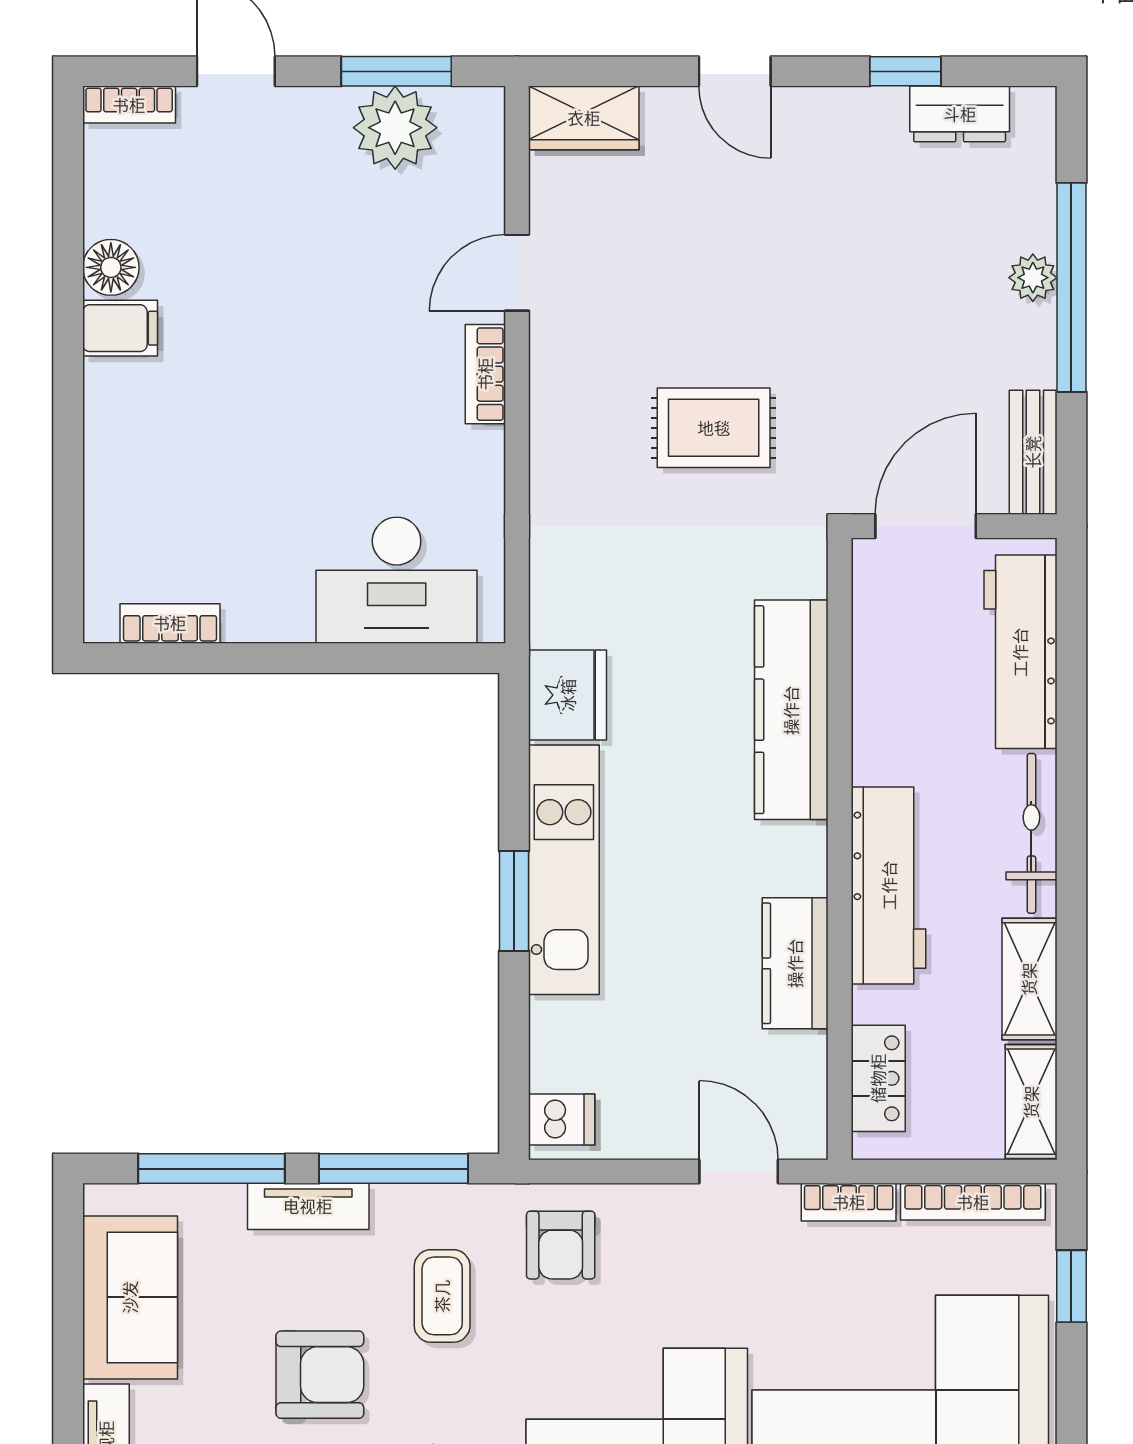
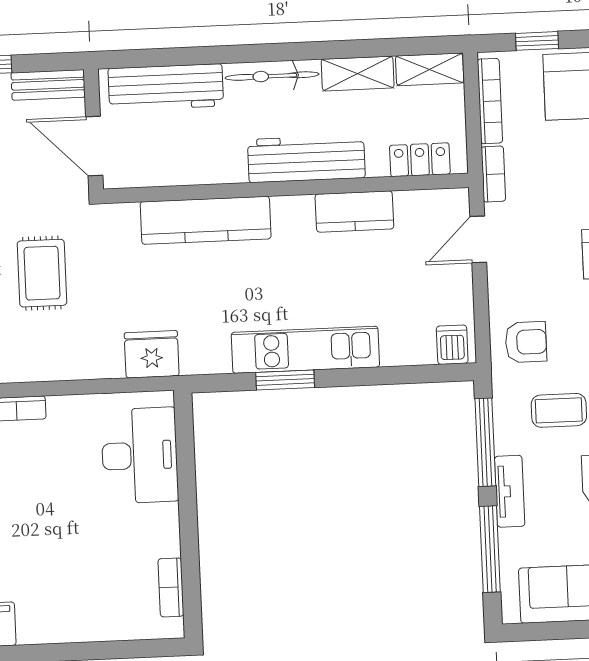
fridge: (568, 695) -> (152, 354), moved
window: (514, 901) -> (285, 380), moved

